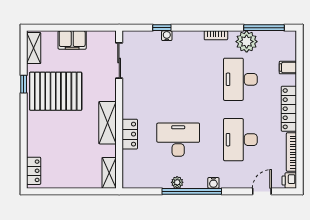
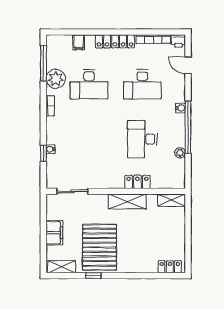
plant: (177, 182) -> (180, 153), moved

